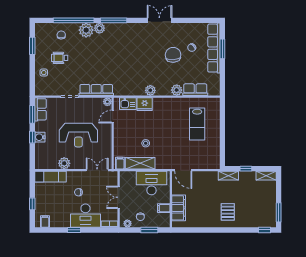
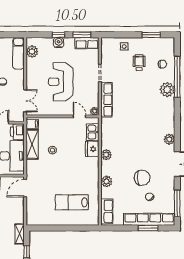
window: (114, 20) -> (177, 203), moved
plant: (99, 28) -> (169, 139), moved
row of seats: (195, 90) -> (107, 211), moved
plant: (64, 163) -> (32, 52), moved
printer: (128, 178) -> (17, 132), added

